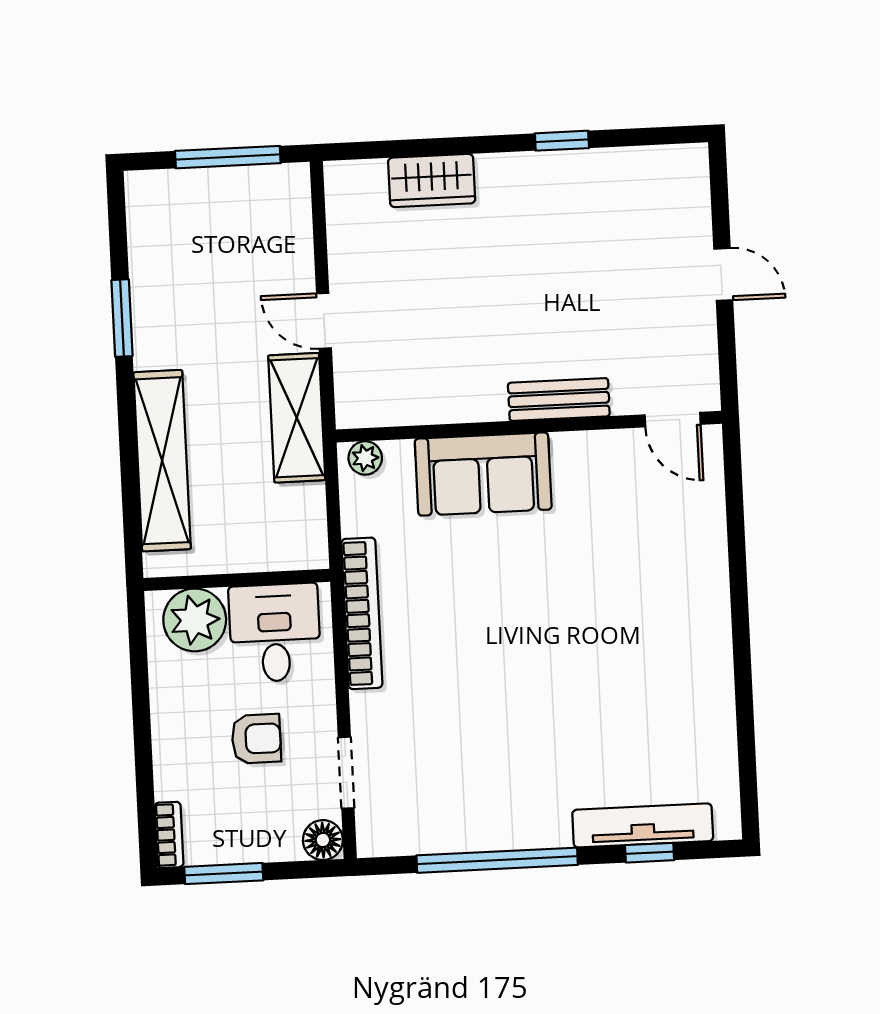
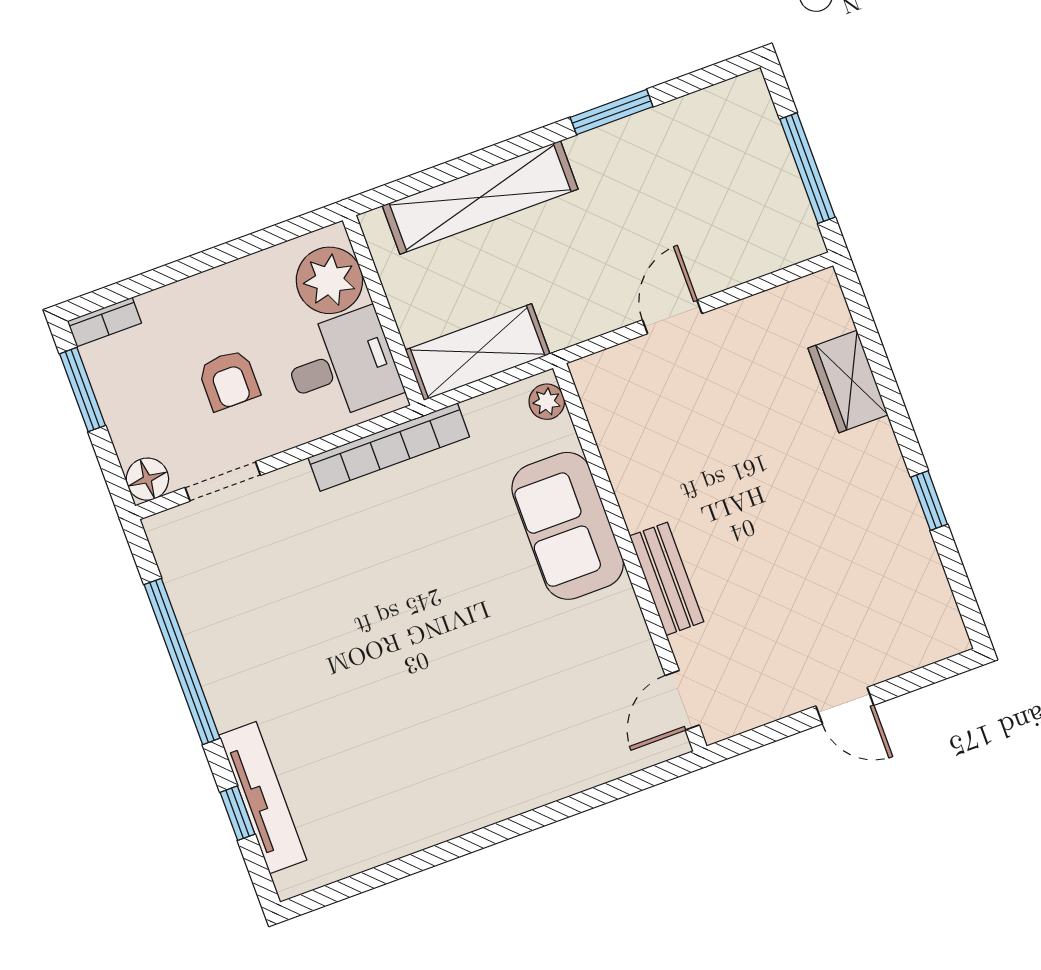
door: (723, 274) -> (845, 706), hinge flipped
shelving: (297, 418) -> (478, 352), moved

